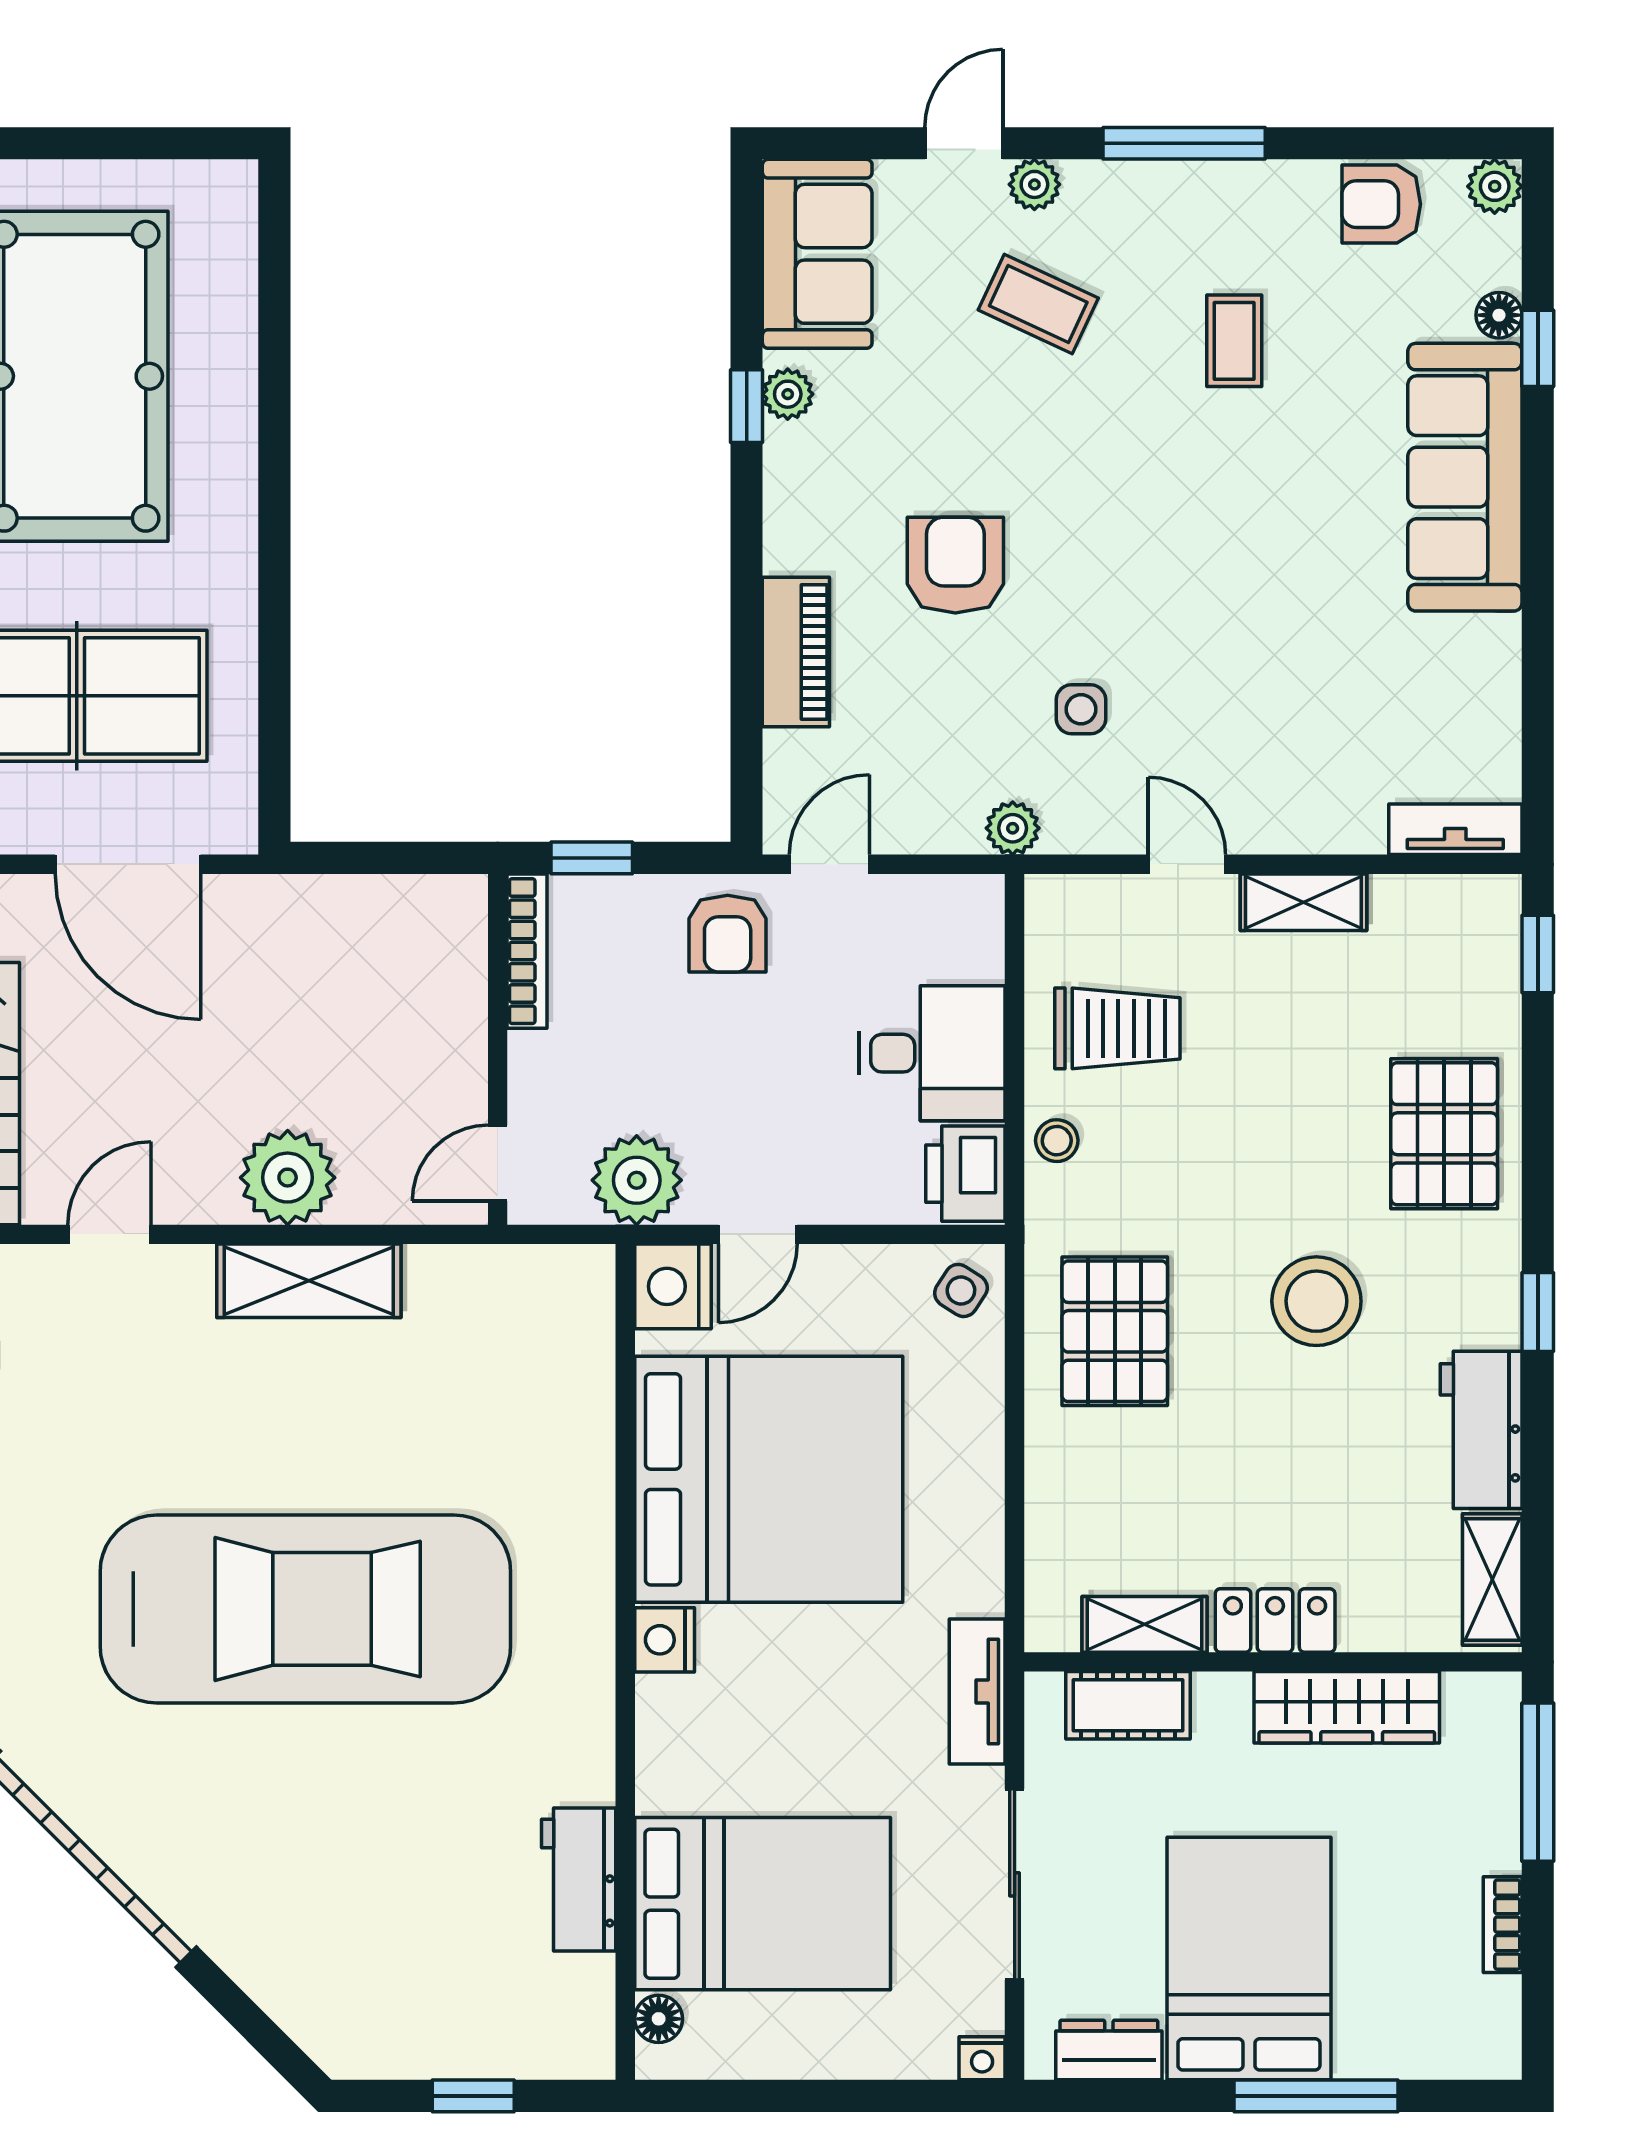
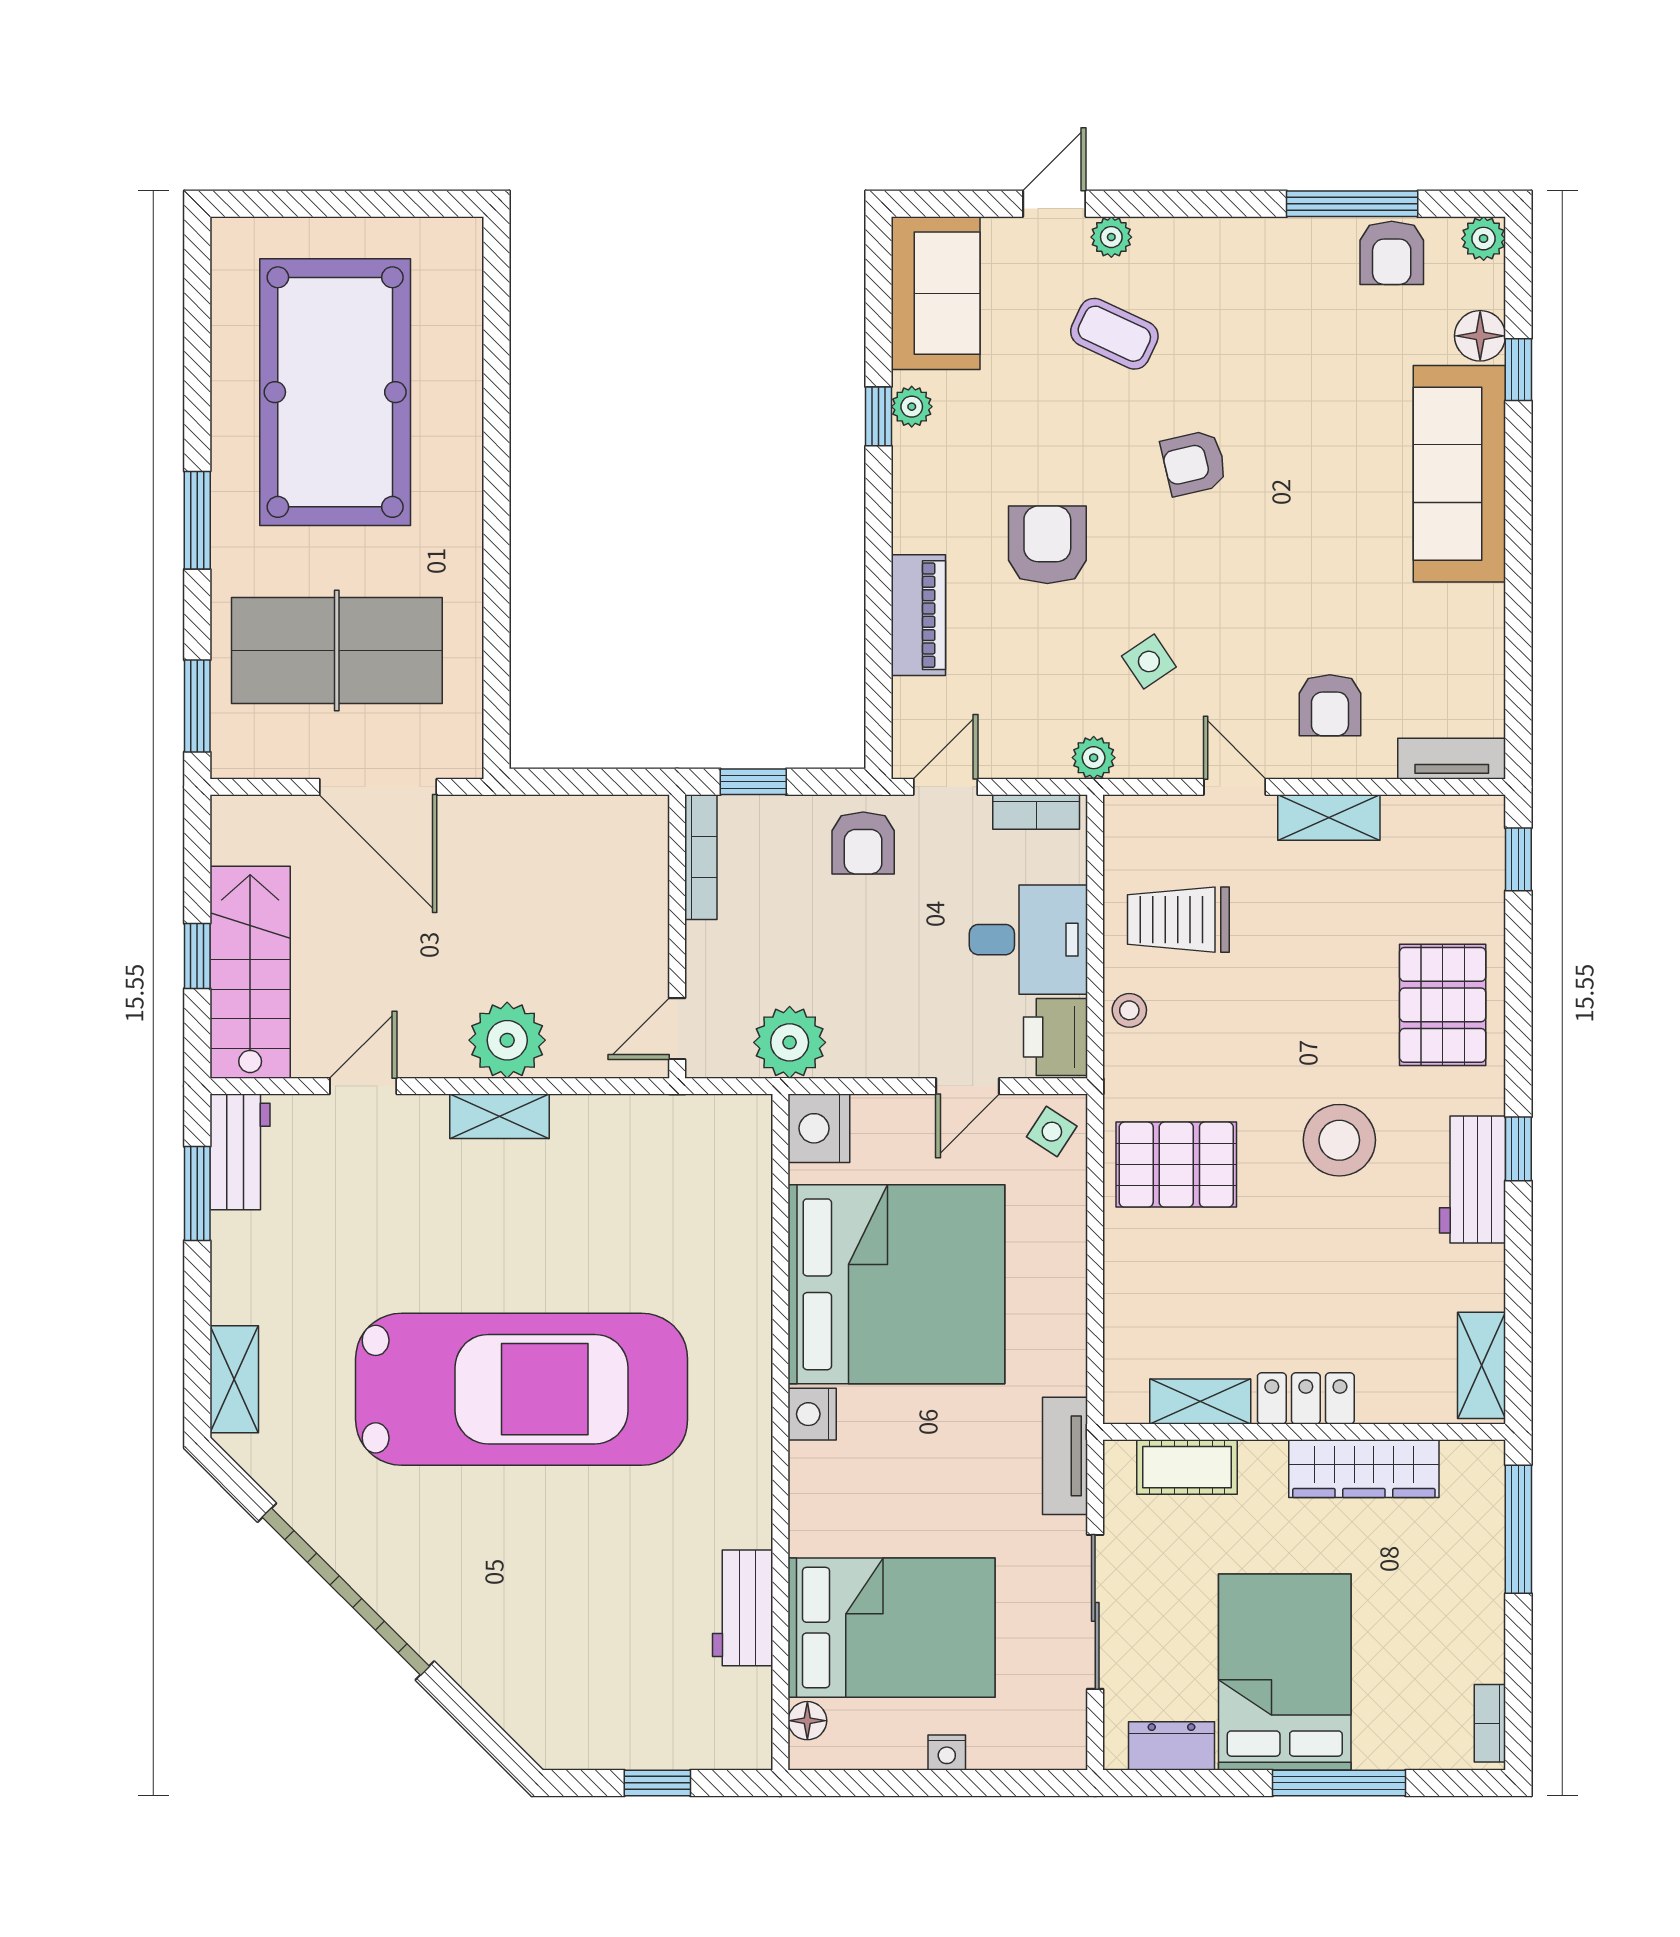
window: (1184, 143) -> (1352, 204), moved
armchair: (1381, 204) -> (1392, 253), turned -90
floor lamp: (1499, 315) -> (1480, 336), width x1.37, depth x1.37
coffee table: (1234, 341) -> (1273, 363), removed
armchair: (1137, 464) -> (1194, 463), added
side table: (1081, 709) -> (1149, 661), turned -34
armchair: (1305, 763) -> (1330, 705), added
bookcase: (941, 895) -> (1036, 812), added
trolley: (1117, 1028) -> (1178, 920), turned 180
door: (758, 1234) -> (968, 1086), moved
shelving: (309, 1281) -> (500, 1116), width x0.67, depth x0.75
pallet: (1115, 1331) -> (1176, 1165), turned 90
workbench: (1481, 1430) -> (1473, 1180), moved
bookcase: (1503, 1925) -> (1490, 1723), moved
nightstand: (982, 2058) -> (947, 1753), moved

